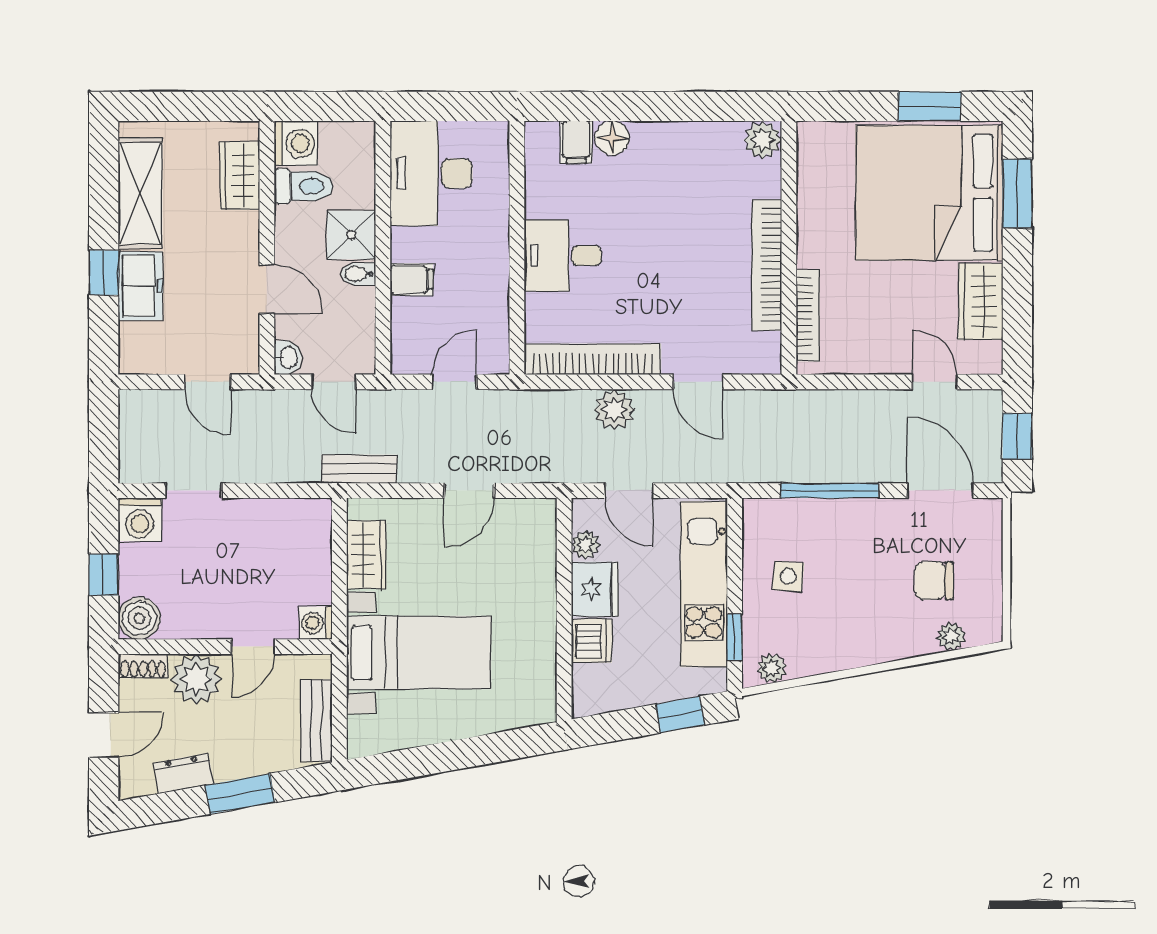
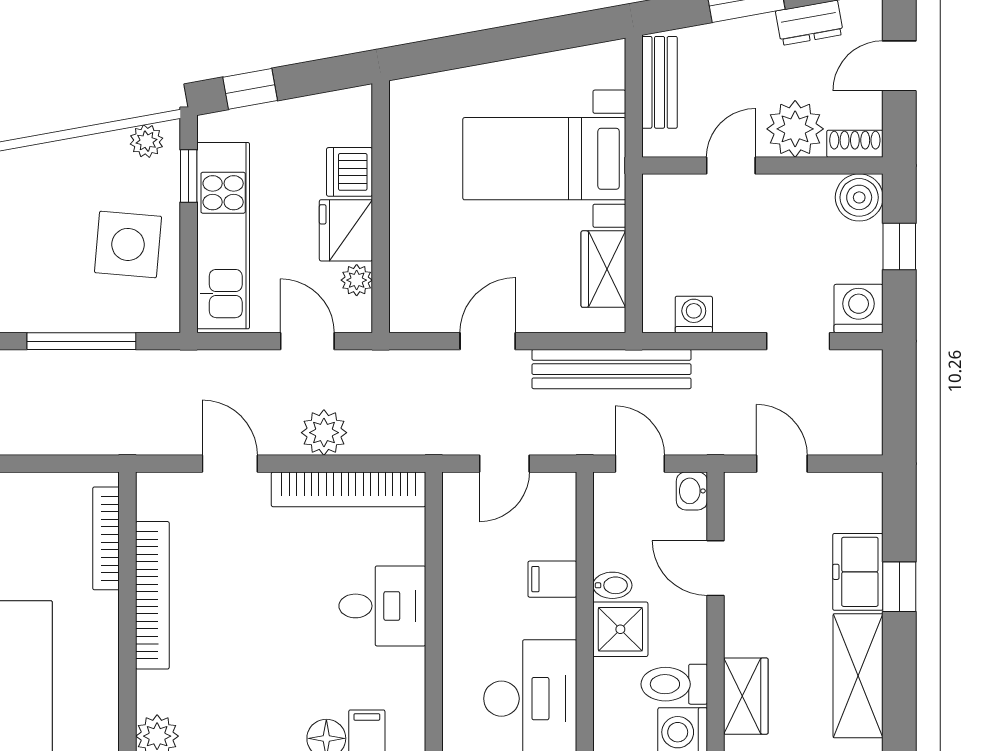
bench: (359, 469) -> (611, 369), width x1.86, depth x1.21
side table: (788, 577) -> (128, 244), width x1.87, depth x1.87
washing machine: (316, 623) -> (694, 315), moved, turned -90

